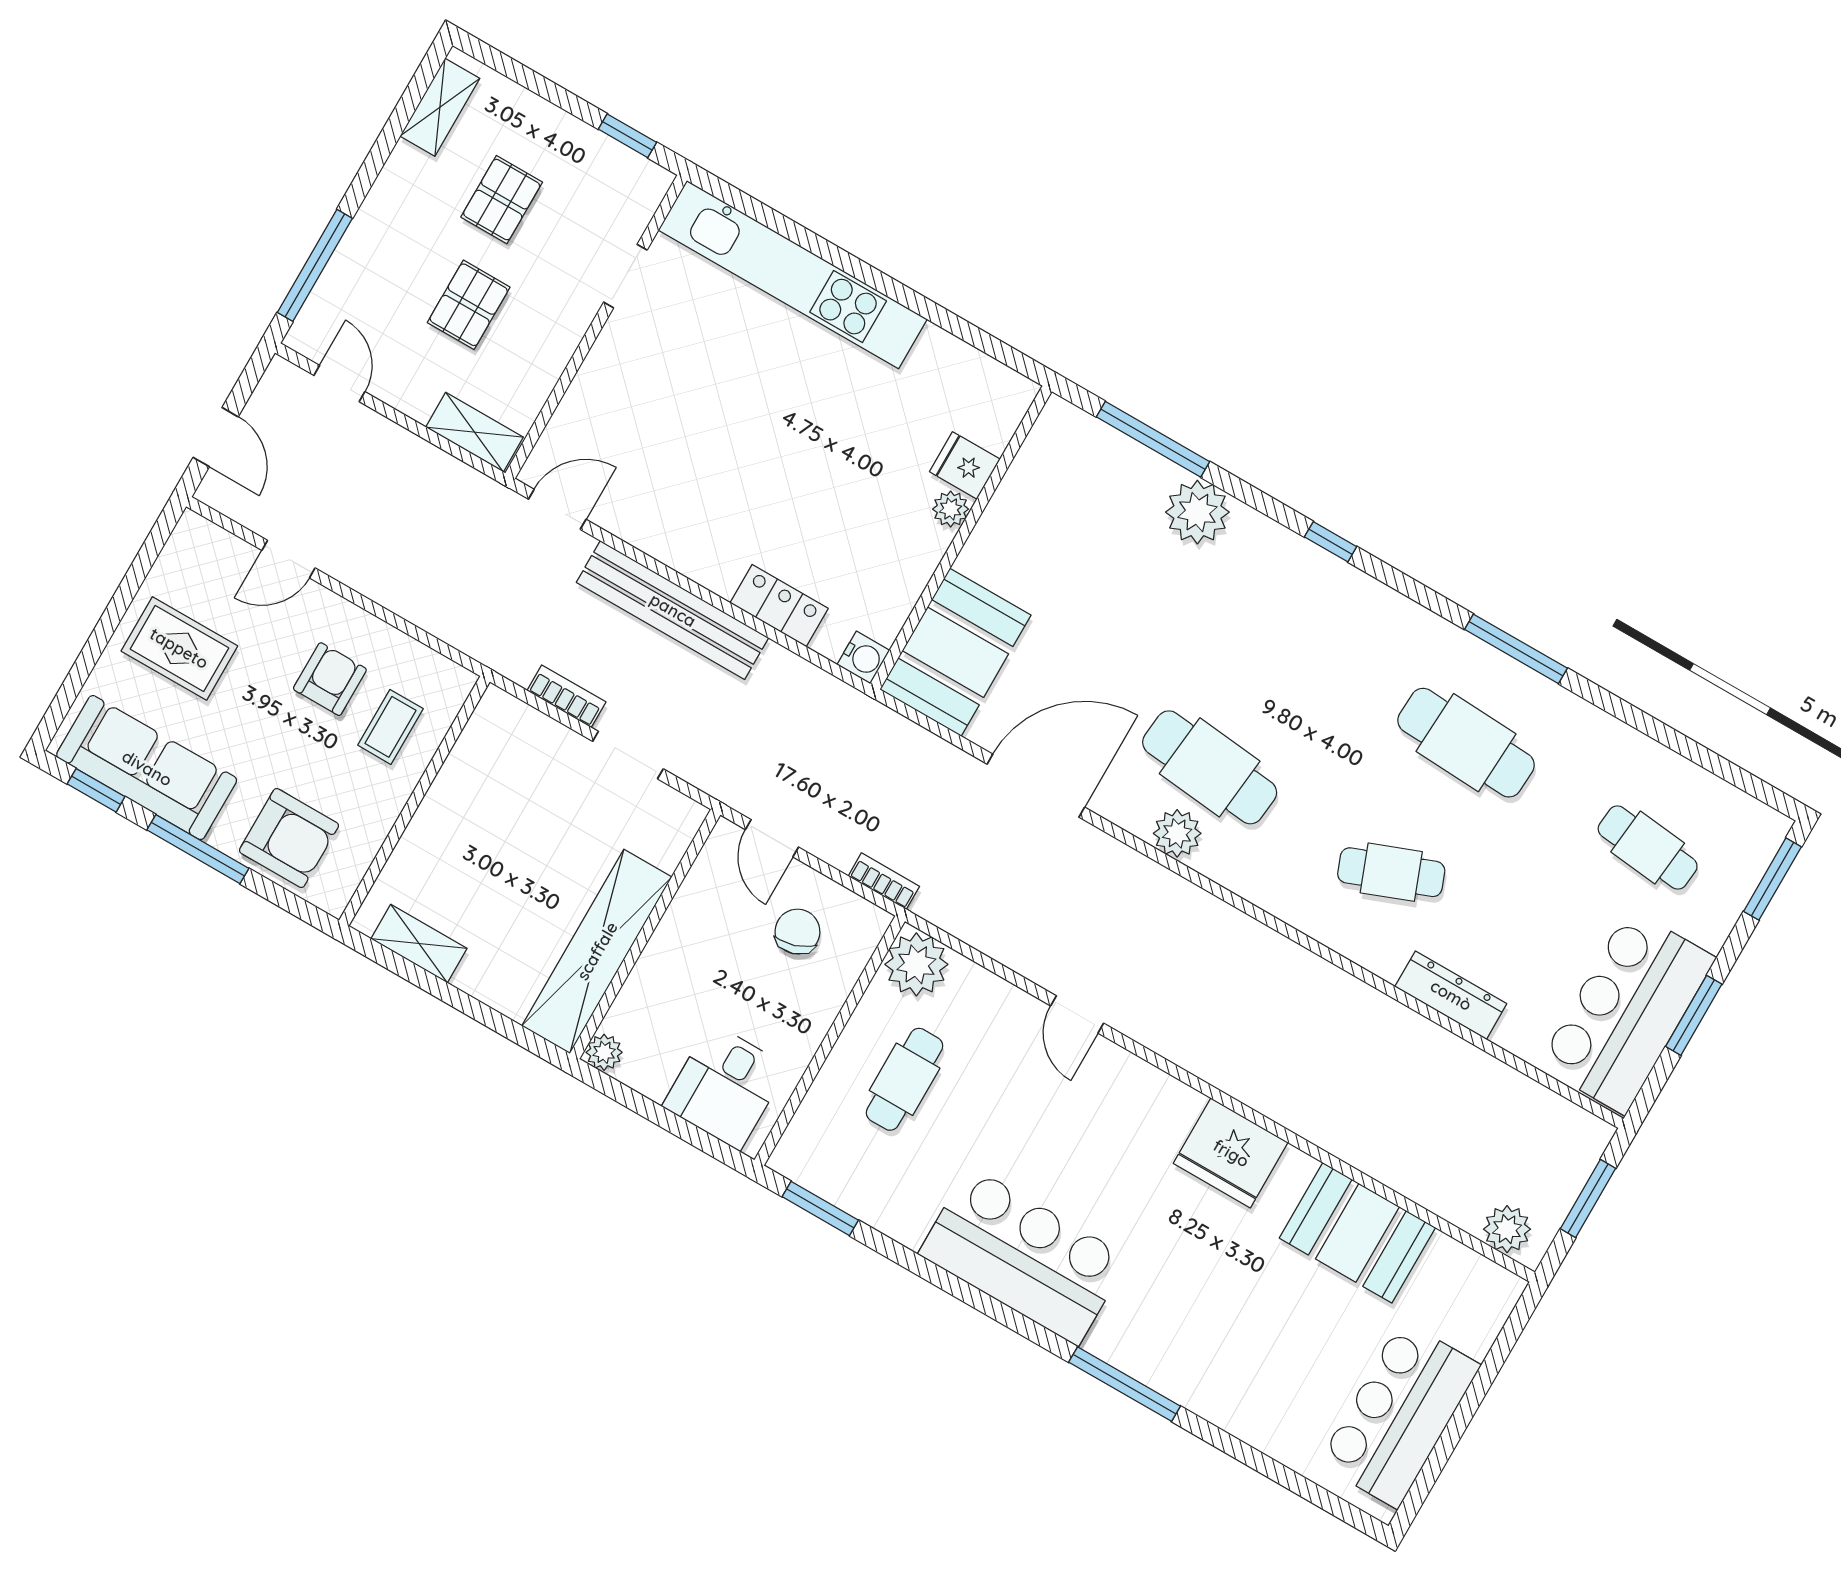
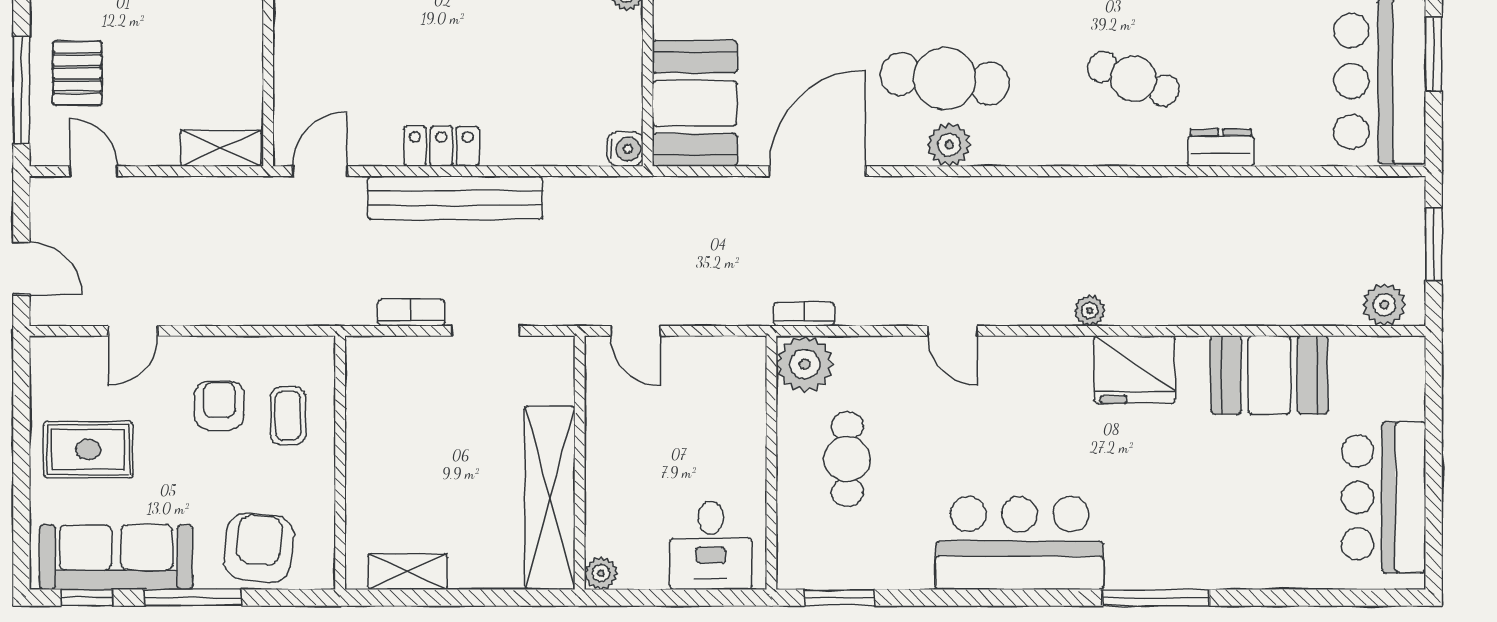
pallet: (469, 305) -> (77, 73), moved
locker: (779, 606) -> (441, 146), moved
armchair: (289, 838) -> (259, 548), turned -84
cafe table: (1391, 872) -> (1133, 79), turned 42
bookcase: (884, 881) -> (804, 314), moved
chair: (797, 932) -> (697, 392), removed
dresser: (1451, 995) -> (1221, 148), width x0.70
plant: (1220, 1071) -> (1090, 311), added

